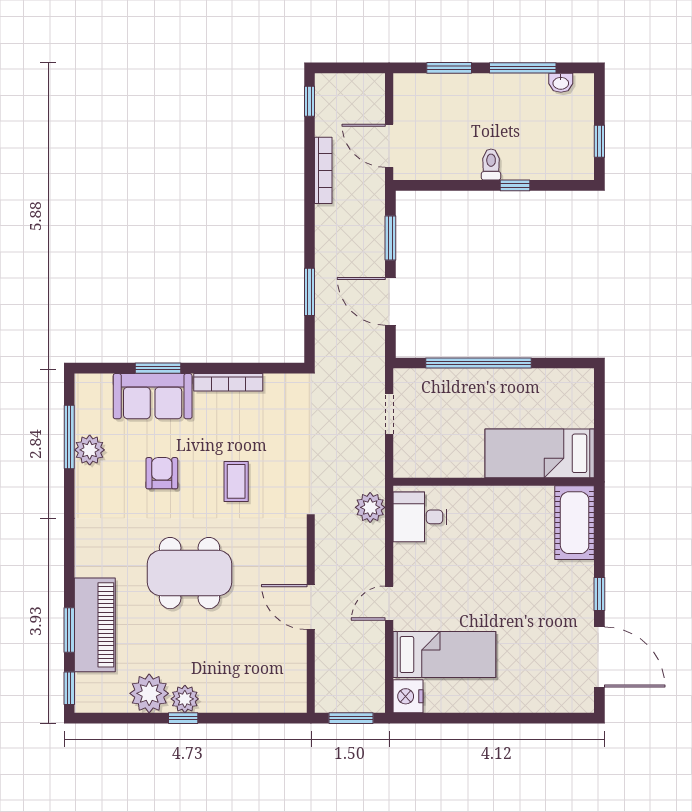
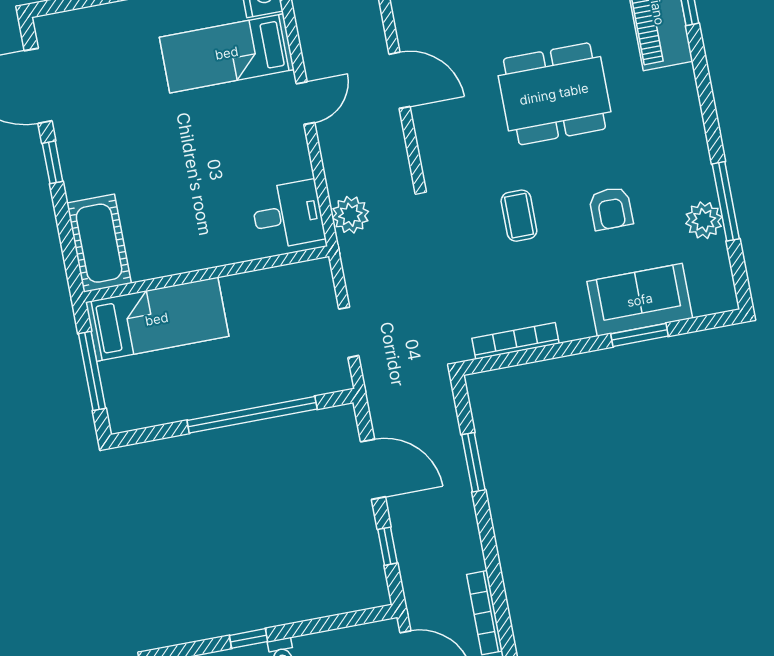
window: (390, 238) -> (388, 546), width x0.67
bookcase: (228, 382) -> (516, 341), moved
window: (599, 422) -> (92, 371), added
window: (69, 437) -> (726, 201), moved

